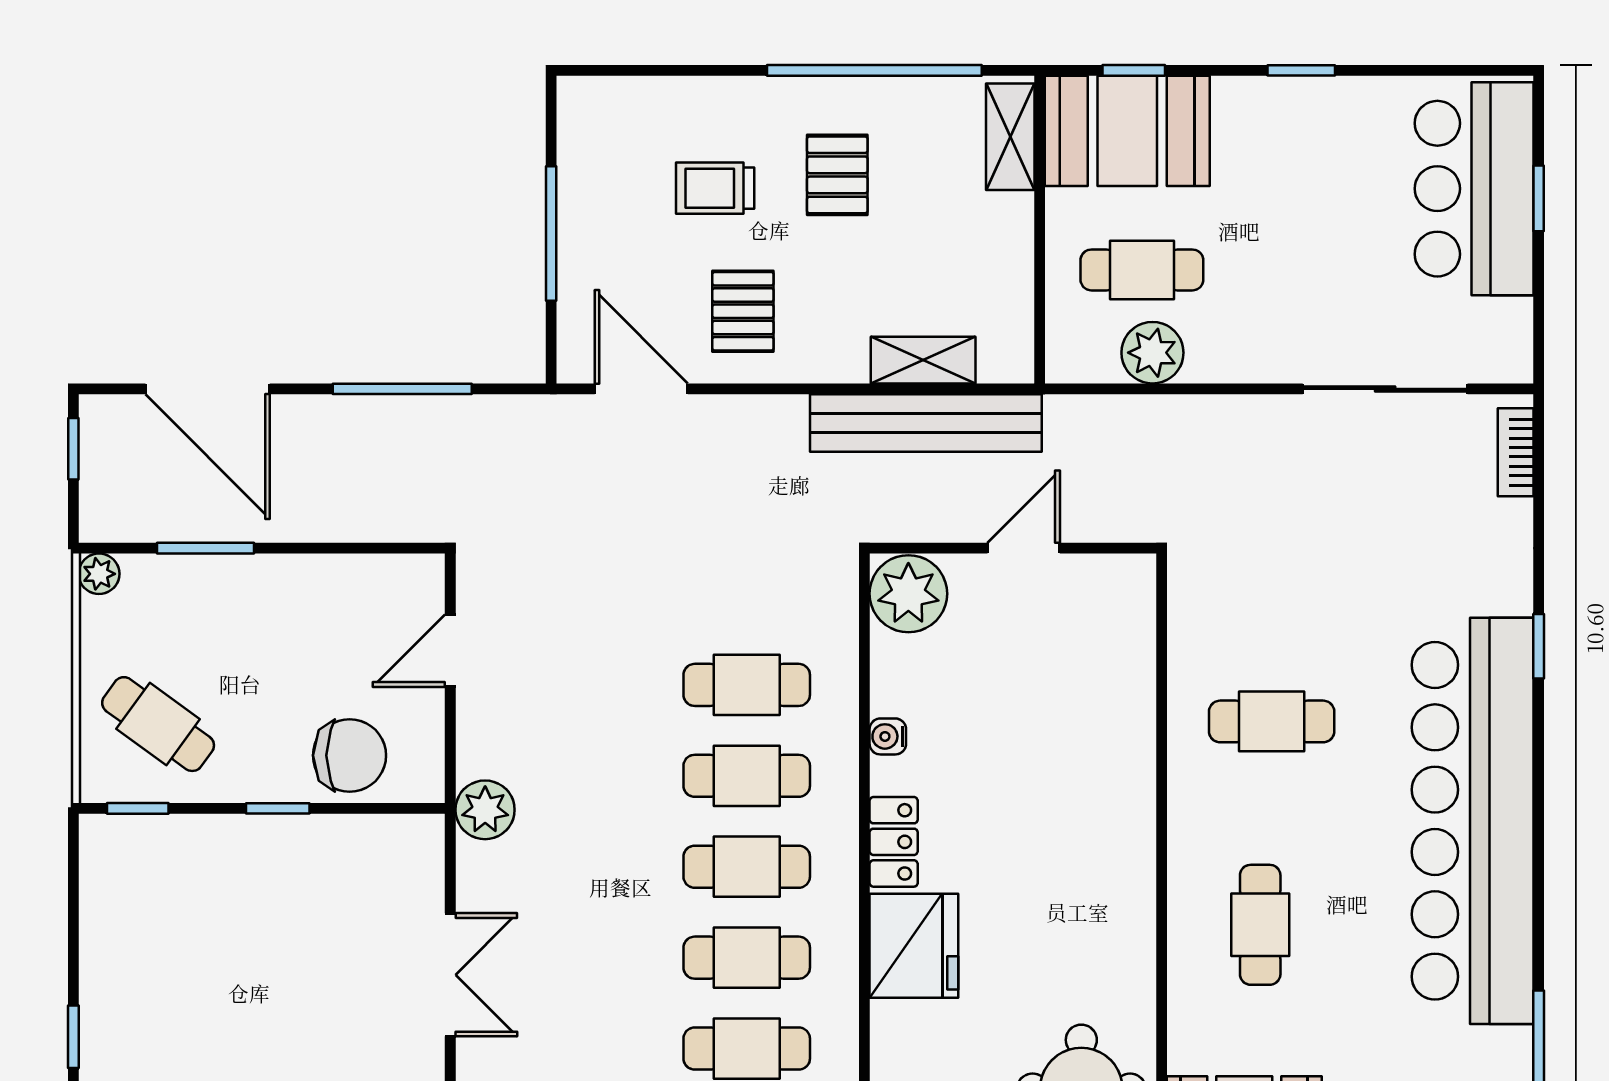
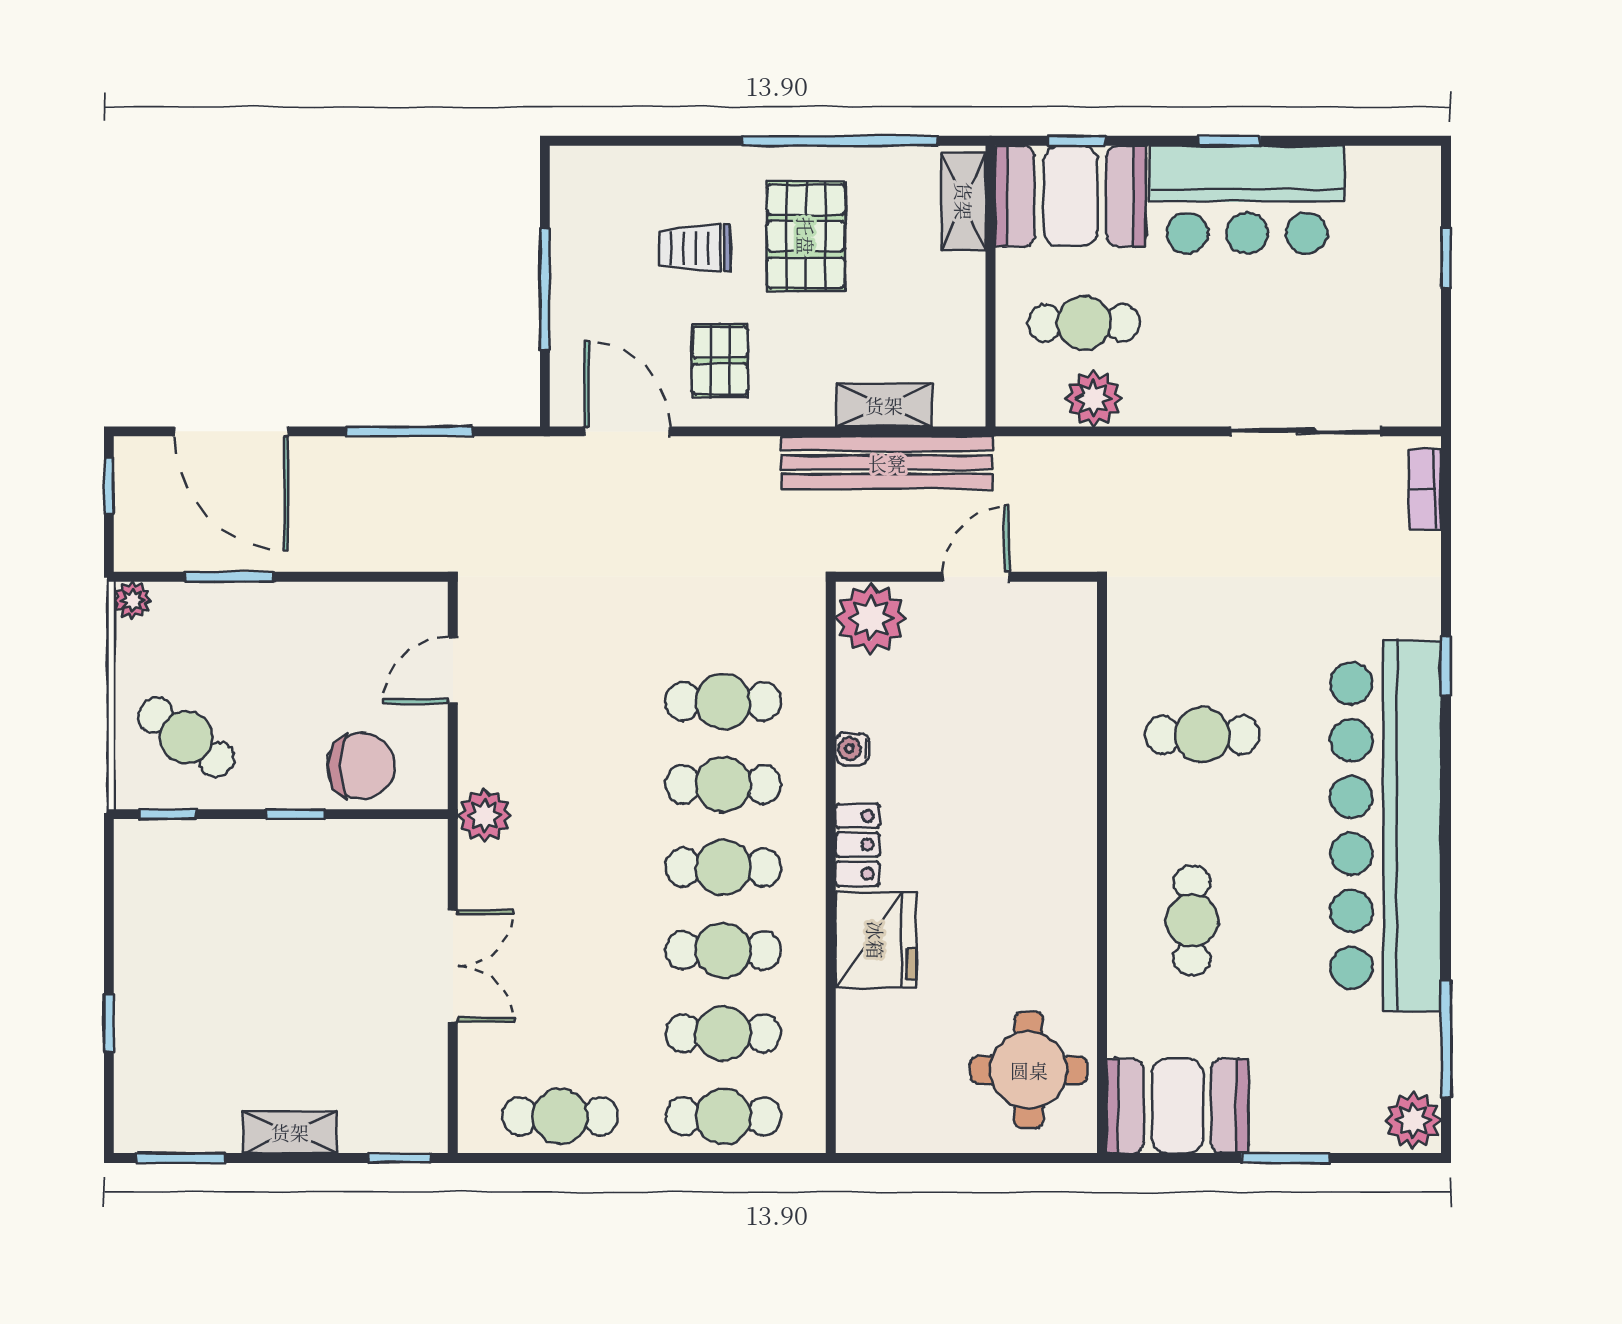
pallet: (837, 175) -> (806, 236), width x1.50, depth x1.42
bar counter: (1474, 189) -> (1247, 200), moved, turned -90

